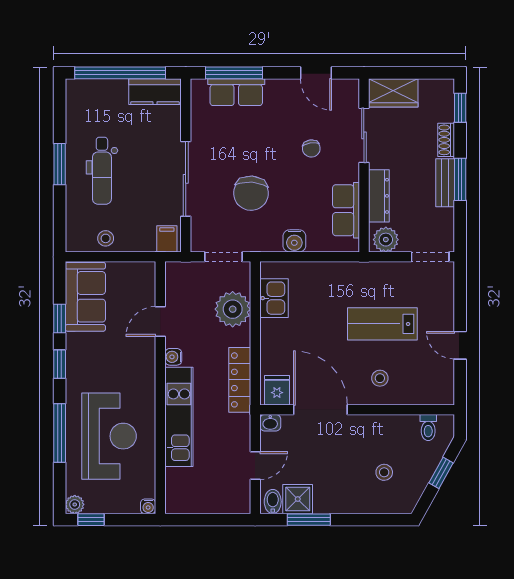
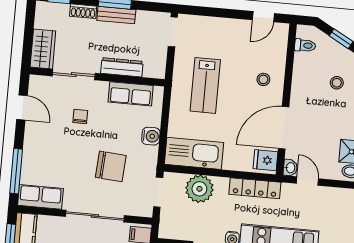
door: (316, 73) -> (22, 107), hinge flipped
row of seats: (236, 92) -> (40, 197), moved, turned -90
chair: (311, 148) -> (80, 116), turned -82
plant: (386, 240) -> (156, 65), removed
kitchen sink: (274, 298) -> (194, 153), width x1.88, depth x1.24
lab bench: (382, 324) -> (205, 85), moved
door: (460, 345) -> (263, 17), moved
door: (255, 466) -> (307, 181), moved

